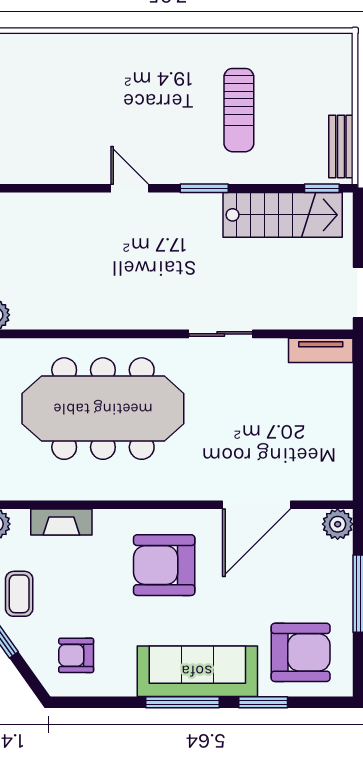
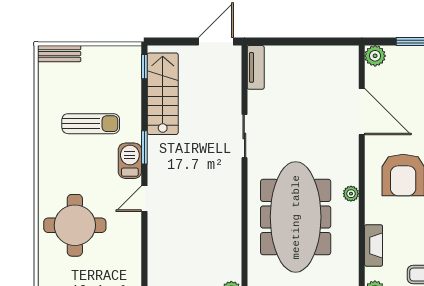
round table: (91, 87) -> (75, 225), added
bench: (341, 146) -> (59, 54), moved
barbecue: (185, 167) -> (130, 161), added
plant: (137, 489) -> (351, 194), added

